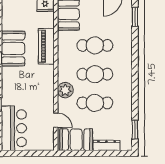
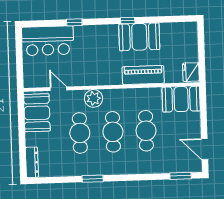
door: (56, 120) -> (58, 89), swing flipped
window: (135, 129) -> (93, 179), moved
dresser: (107, 145) -> (32, 162), moved

